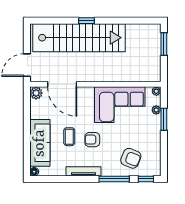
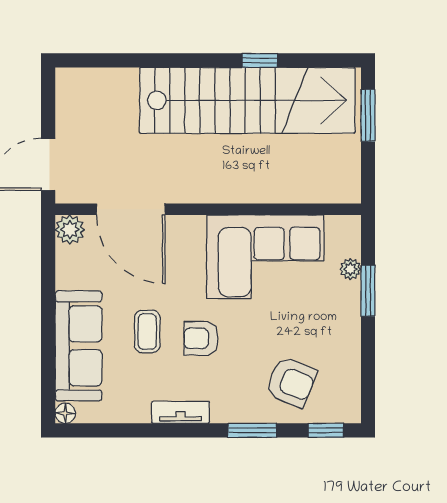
window: (86, 21) -> (260, 60), moved
stairs: (79, 38) -> (247, 100), moved
plant: (156, 91) -> (351, 225), removed
tv unit: (83, 171) -> (181, 412), width x0.71
window: (114, 179) -> (252, 430), width x0.69

